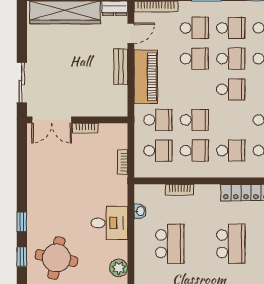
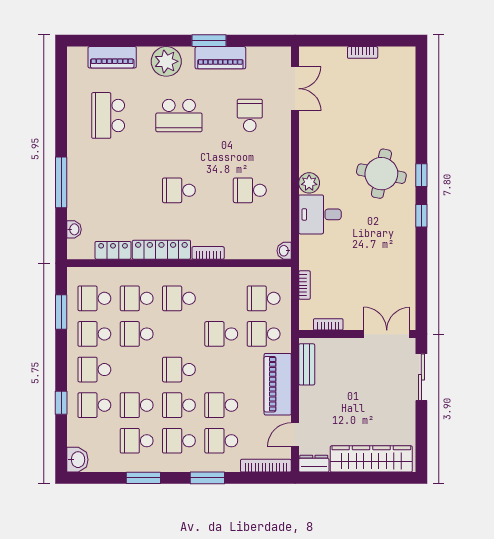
bench: (121, 67) -> (307, 364), moved
bookcase: (85, 128) -> (328, 324), moved
school desk: (194, 151) -> (221, 298), removed
bookcase: (180, 190) -> (208, 253), moved
washbasin: (140, 211) -> (284, 251), moved
school desk: (170, 244) -> (250, 190), width x0.54
school desk: (231, 244) -> (179, 190), width x0.54
plant: (119, 268) -> (309, 183), moved

